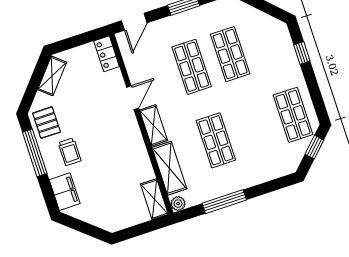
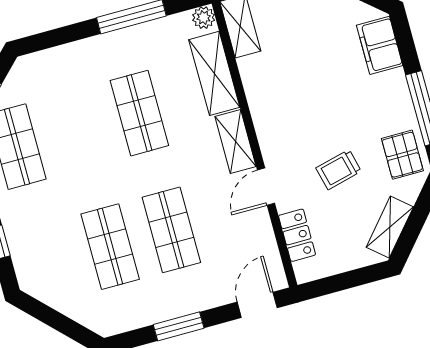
locker: (107, 54) -> (297, 235), moved
trolley: (70, 152) -> (339, 170), moved, turned -104

